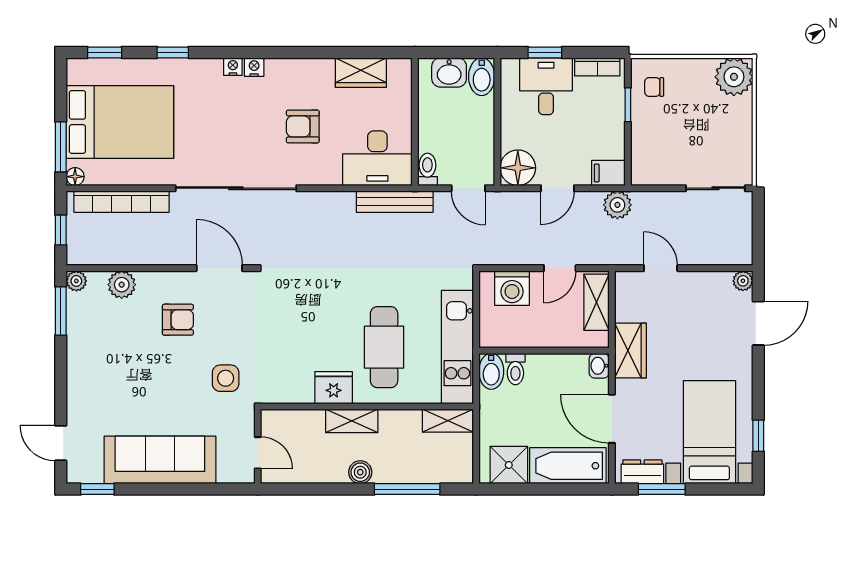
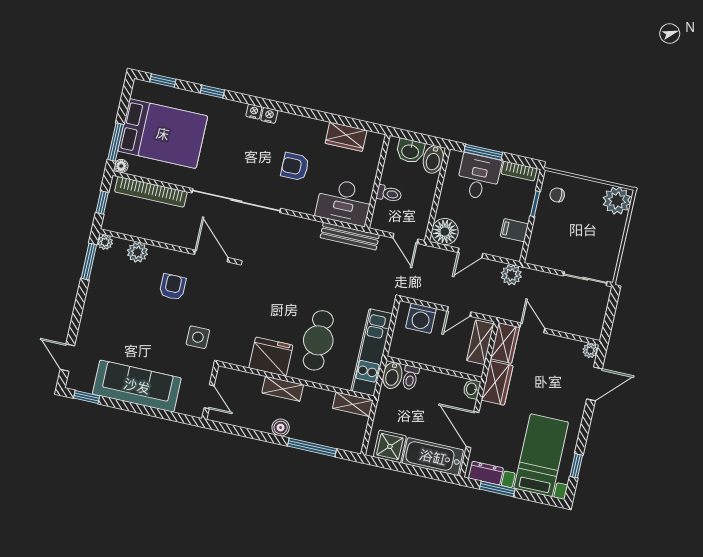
window: (545, 52) -> (483, 152), width x1.50
toilet: (427, 169) -> (389, 194), moved, turned 90
filing cabinet: (608, 173) -> (514, 230), moved
wardrobe: (629, 296) -> (505, 343), added
armchair: (178, 320) -> (173, 287), turned -90
fridge: (334, 388) -> (271, 357), width x1.36, depth x1.34

